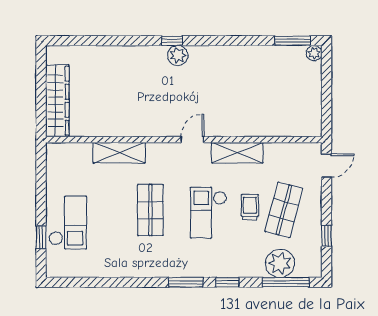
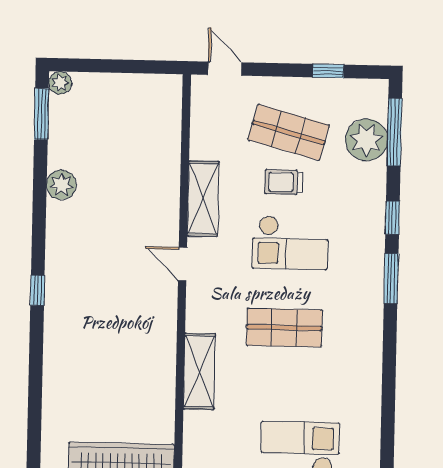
plant: (178, 55) -> (61, 185), moved

